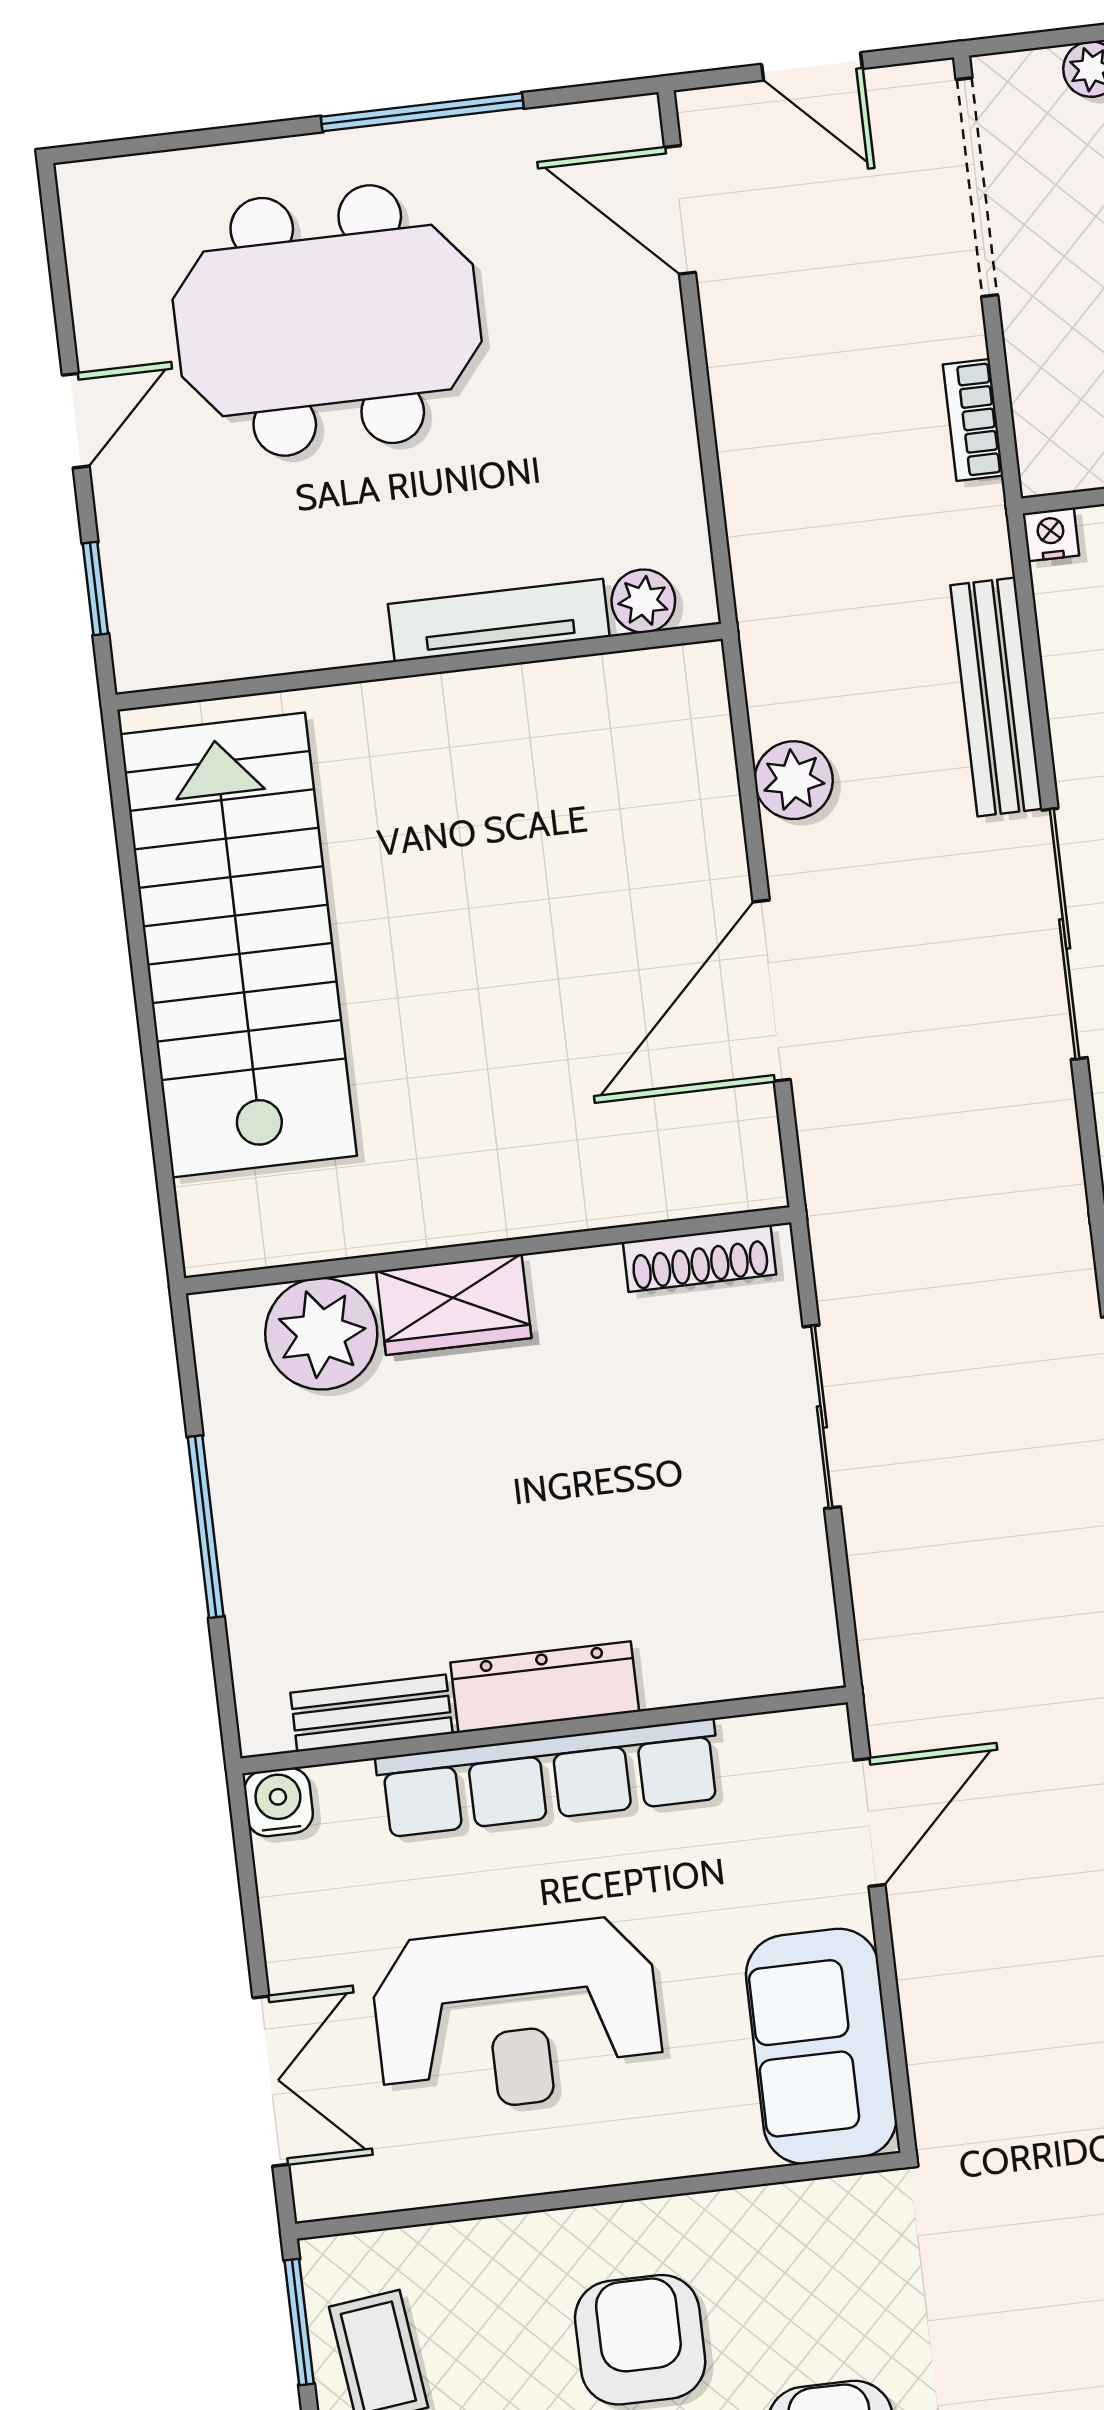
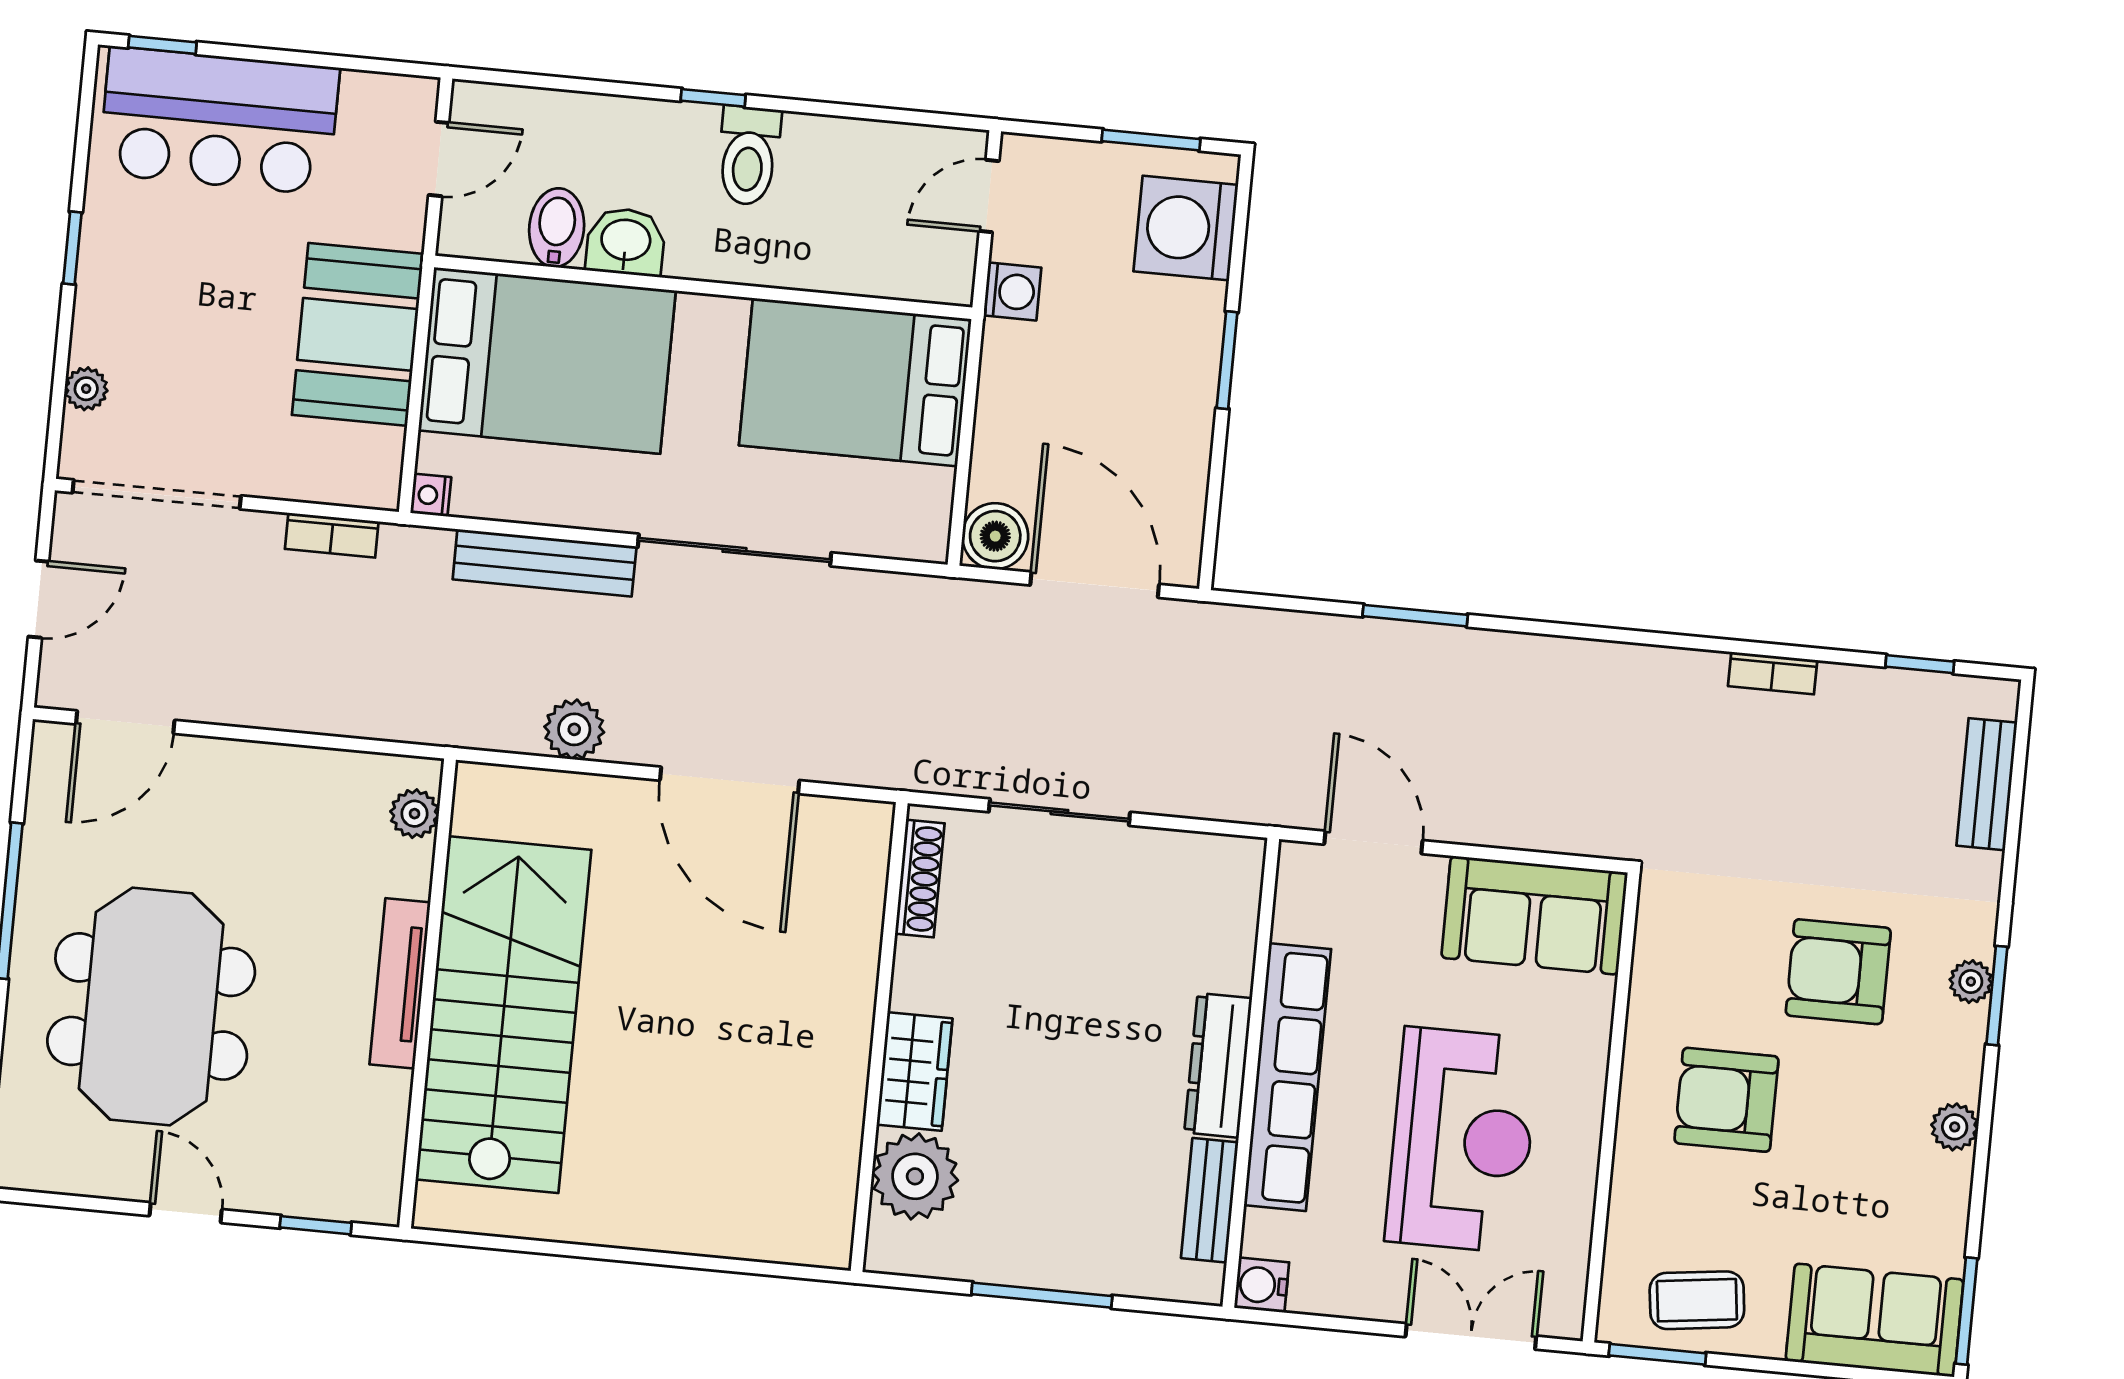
tv unit: (499, 620) -> (400, 983), moved
stairs: (238, 945) -> (503, 1015), moved, turned 90

